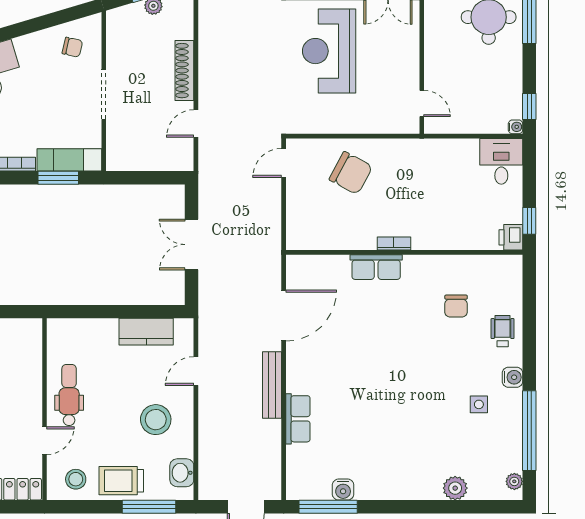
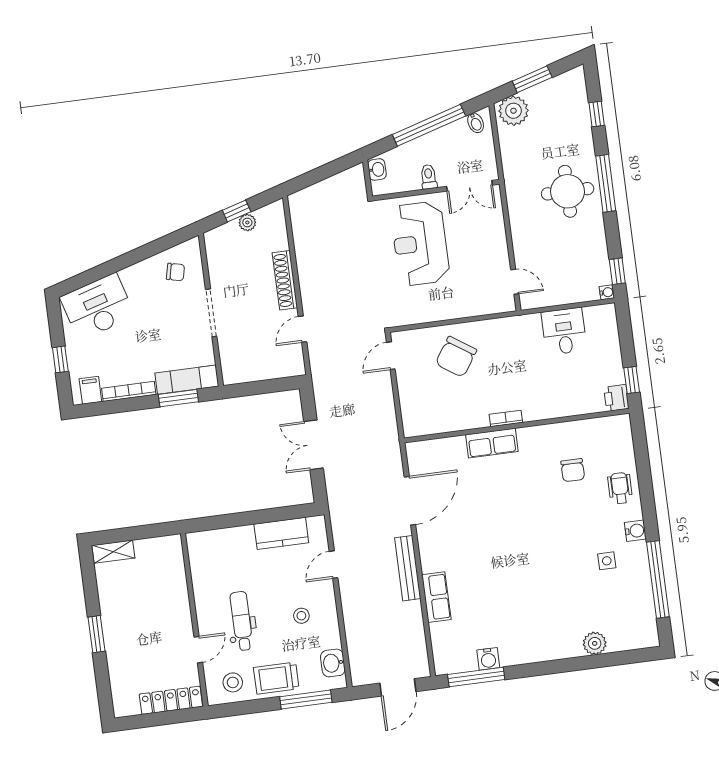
desk: (501, 161) -> (564, 331), moved
chair: (351, 173) -> (456, 357), turned 96
dental chair: (69, 395) -> (242, 621), moved
stool: (156, 420) -> (301, 616), width x0.53, depth x0.53
plant: (514, 481) -> (650, 630), removed

